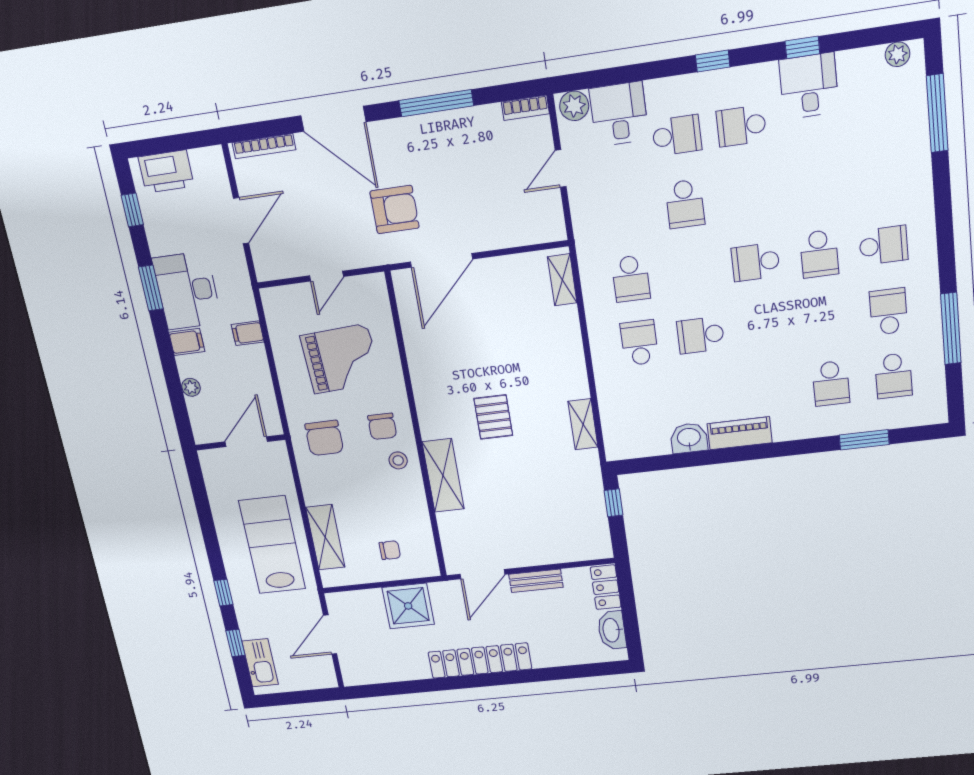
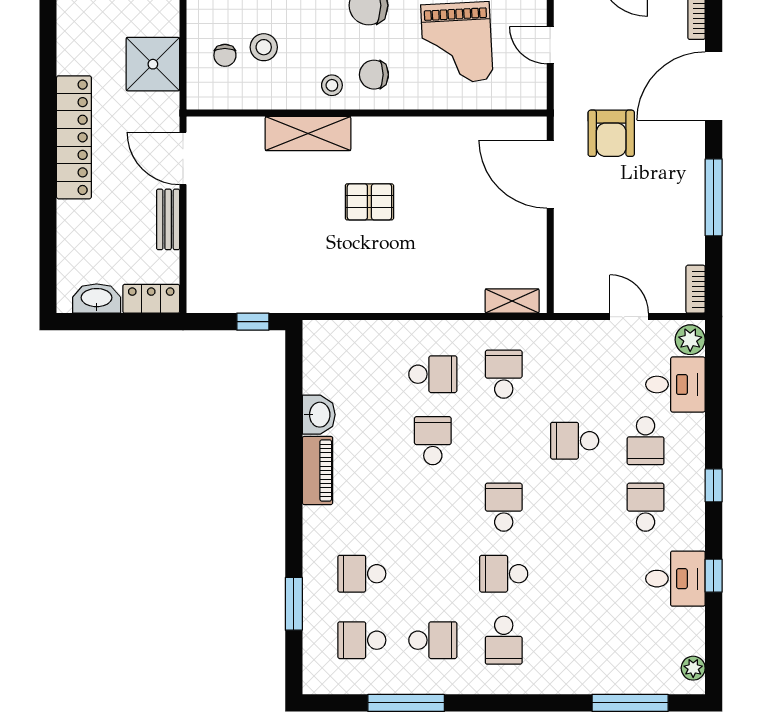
school desk: (631, 279) -> (504, 374), turned 90
shelving: (583, 424) -> (349, 300), removed
stool: (377, 520) -> (264, 47), added

